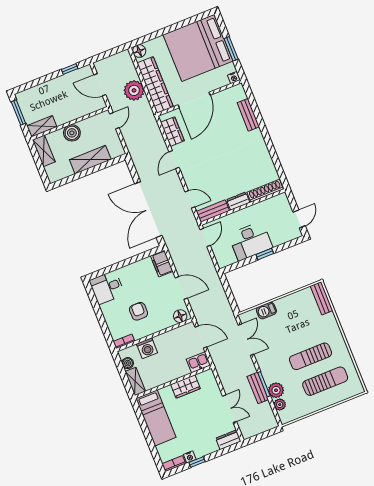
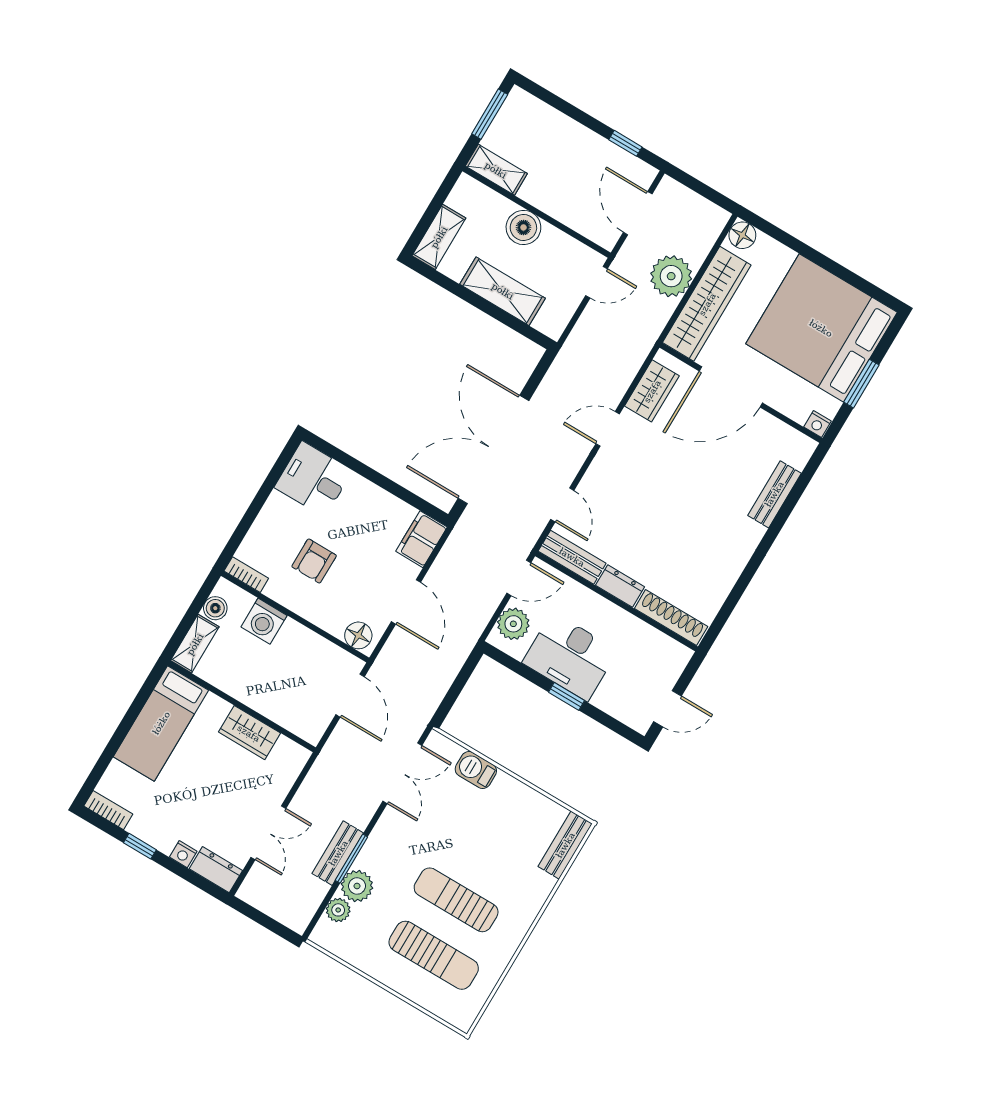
shelving: (44, 151) -> (439, 237), moved
plant: (221, 253) -> (513, 624), added
armchair: (139, 311) -> (314, 561), turned 180
kitchen sink: (198, 362) -> (306, 723), removed
nightstand: (190, 457) -> (183, 854), moved

